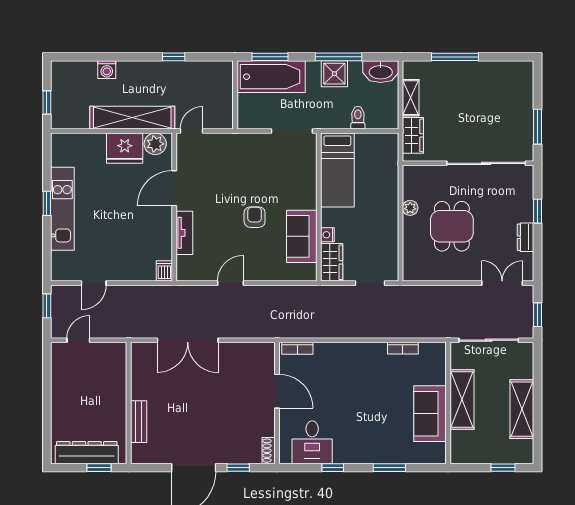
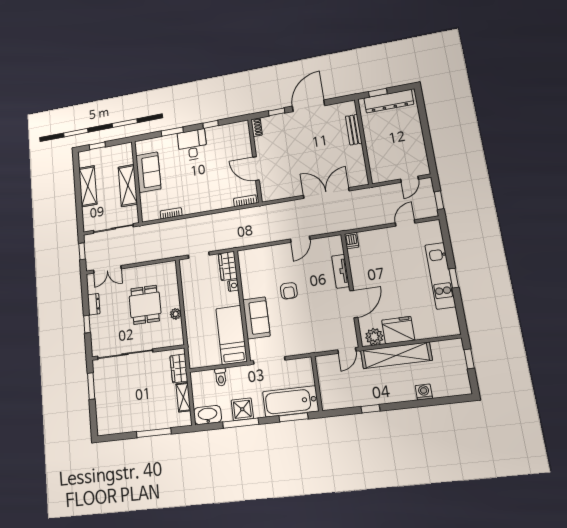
sofa: (302, 236) -> (256, 318), moved
desk: (312, 442) -> (192, 145), moved

